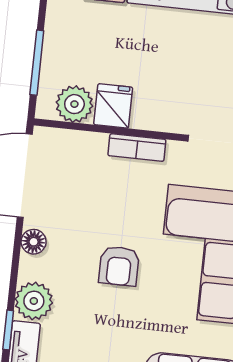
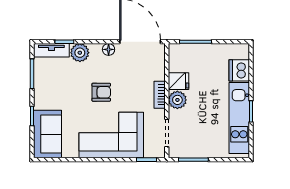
plant: (74, 104) -> (177, 100), moved
armchair: (119, 266) -> (101, 92), turned 180

